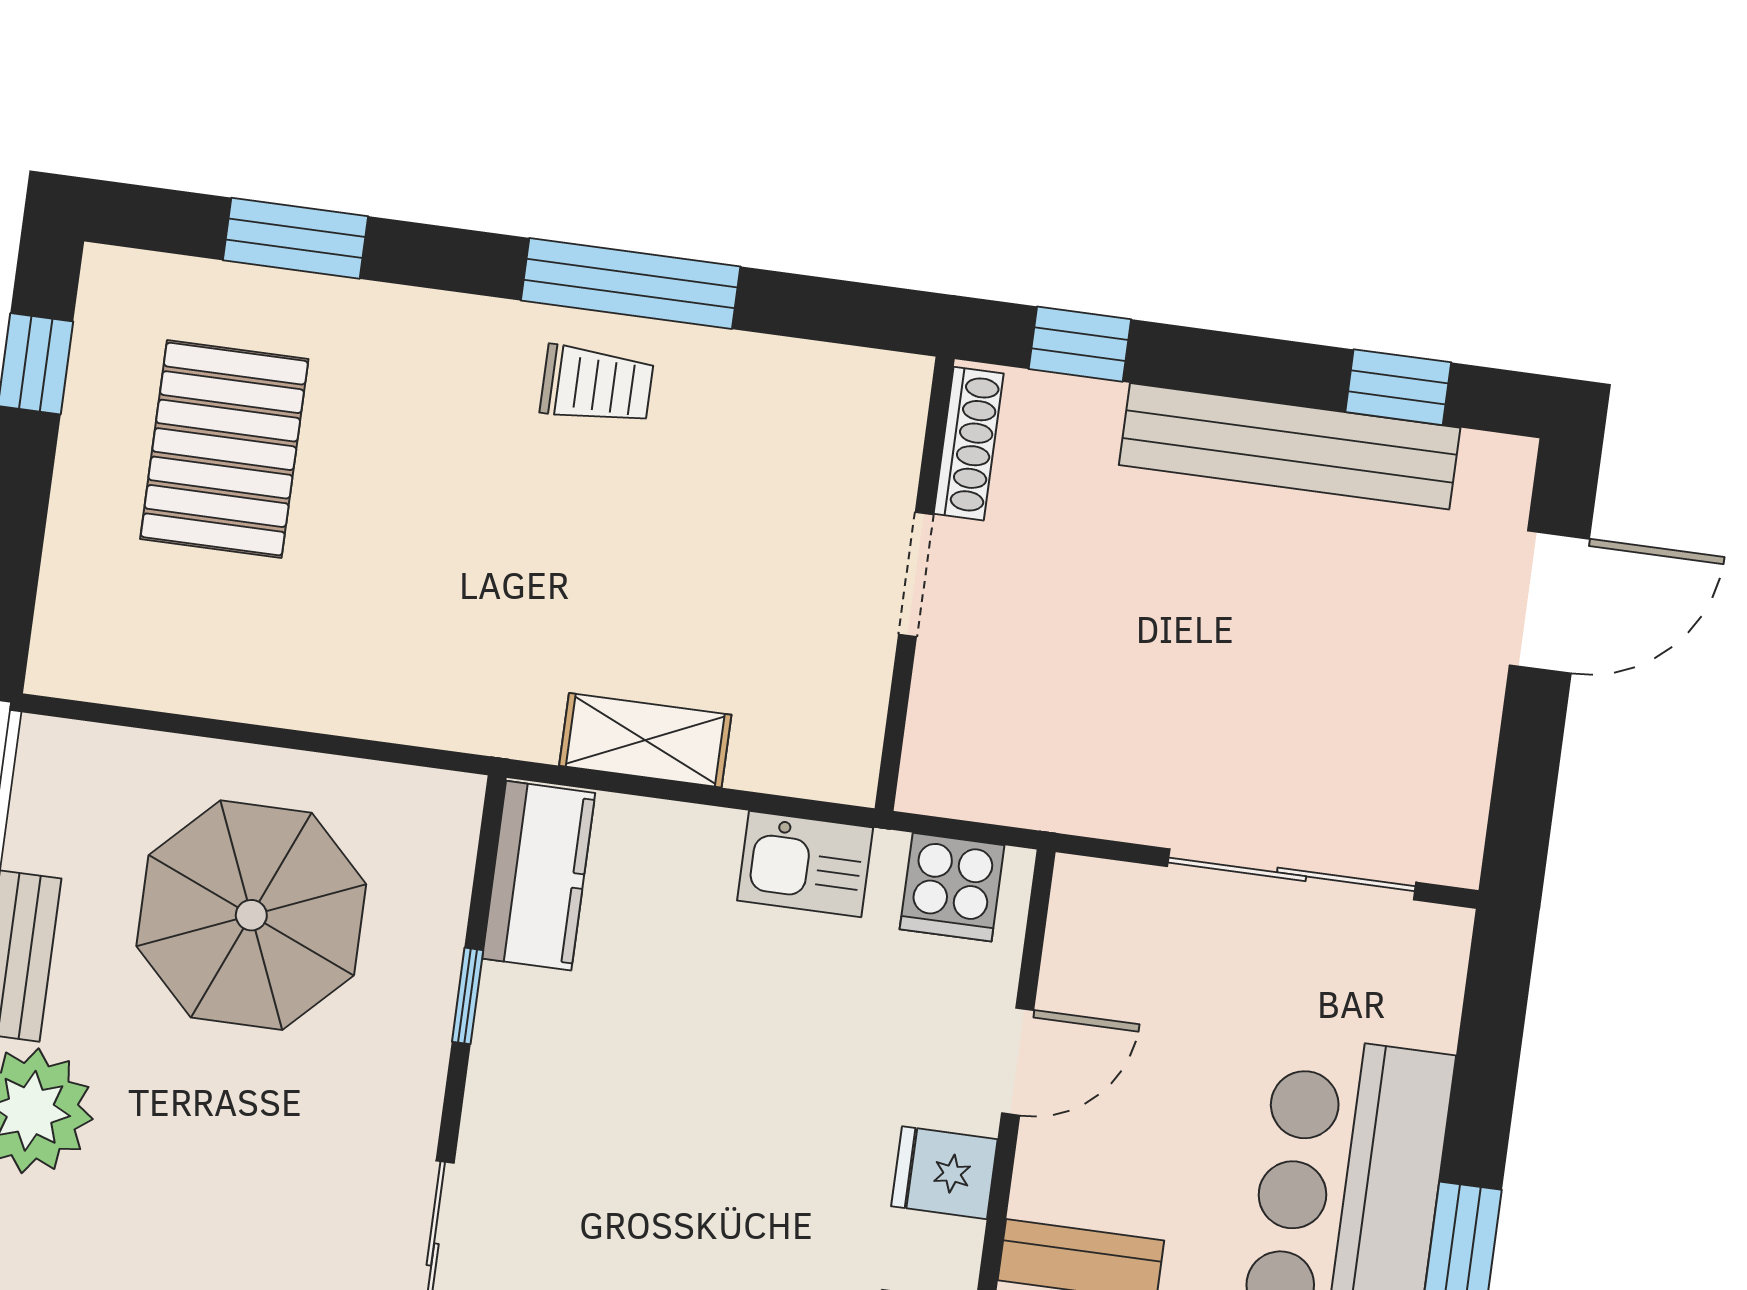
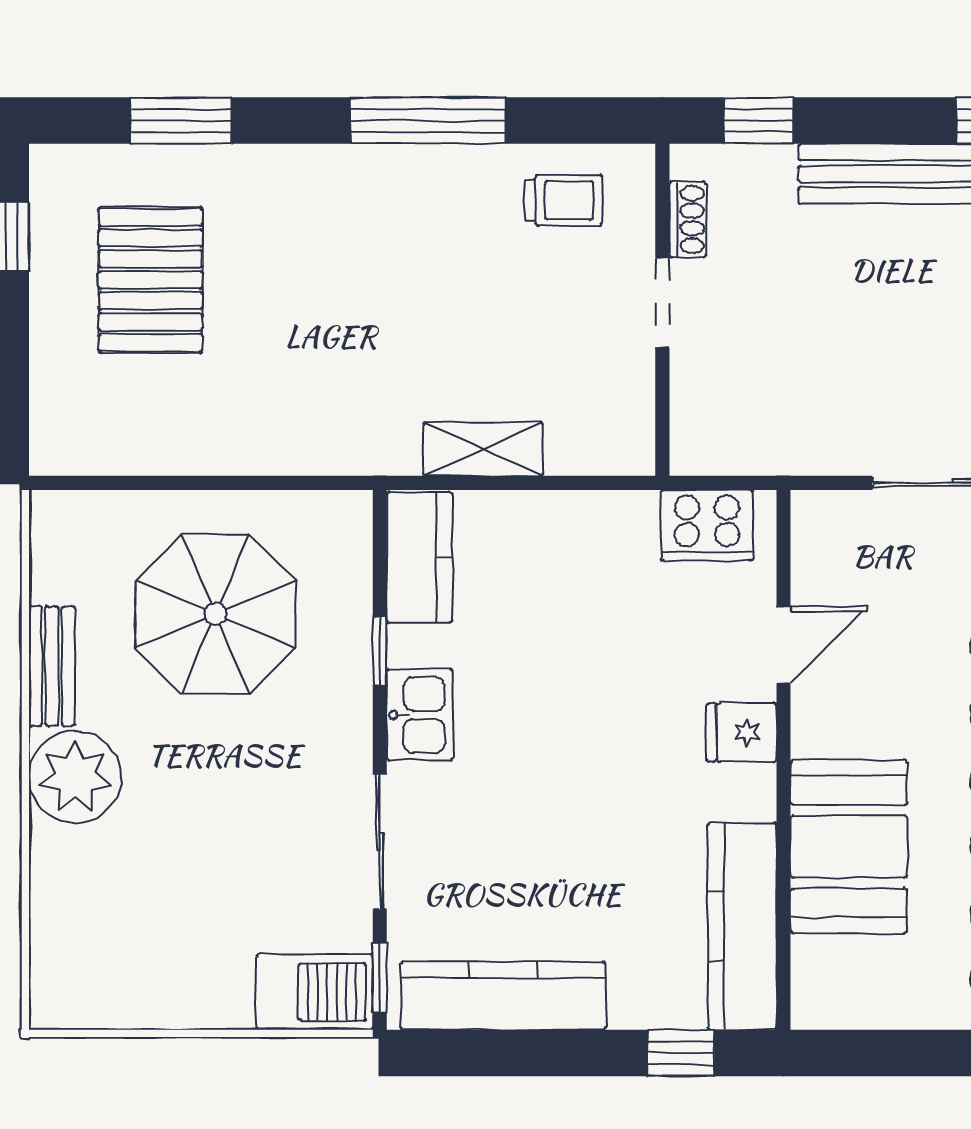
trolley: (597, 385) -> (564, 200), moved
shoe rack: (969, 444) -> (688, 219), width x0.70
kitchen sink: (805, 864) -> (420, 715), moved, turned -90
cooker: (952, 887) -> (707, 525), width x1.36

